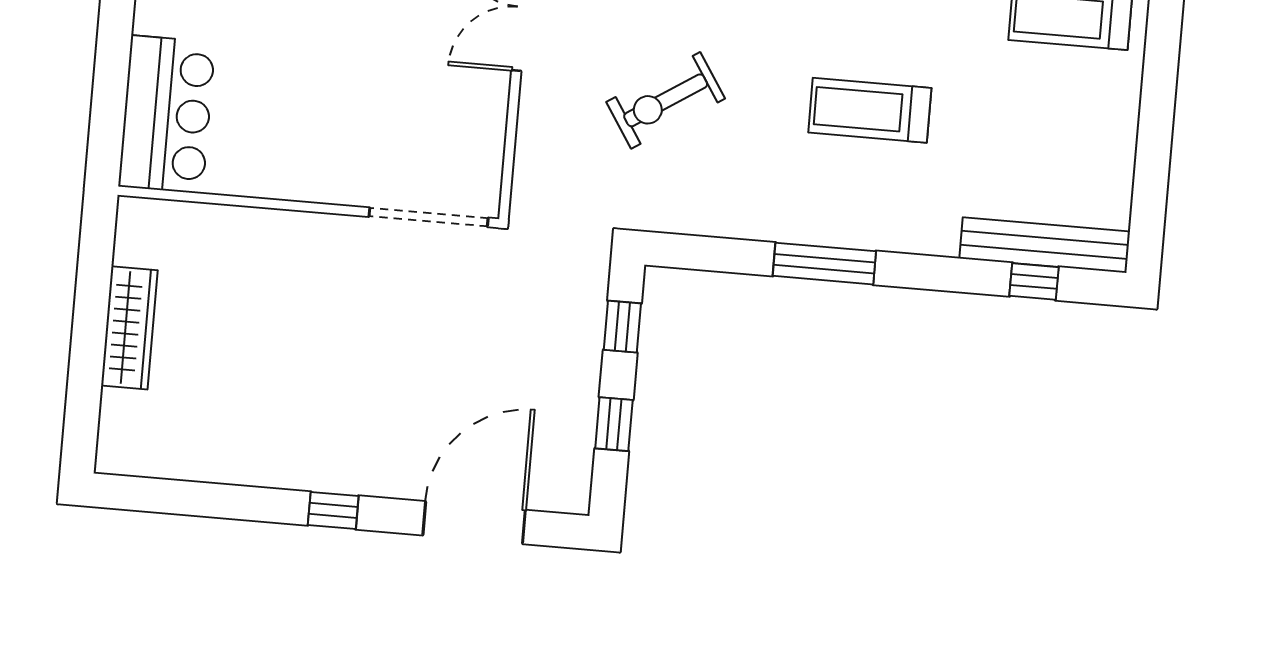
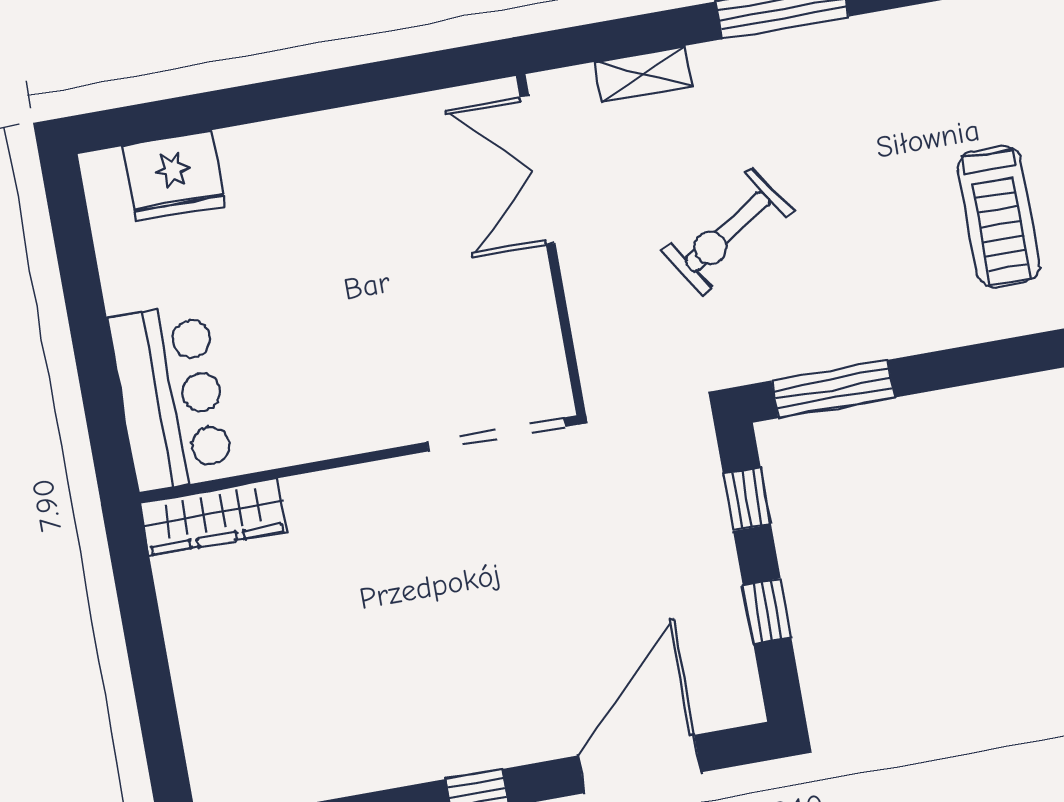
treadmill: (870, 110) -> (999, 216), moved, turned -90
window: (824, 264) -> (833, 389), moved
wardrobe: (129, 328) -> (213, 517), moved, turned 90

